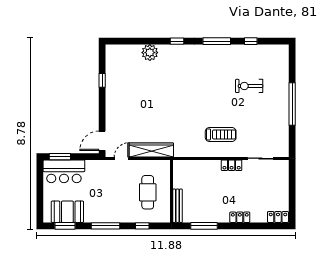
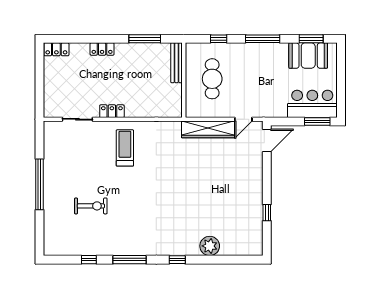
treadmill: (221, 134) -> (125, 148), turned 90

